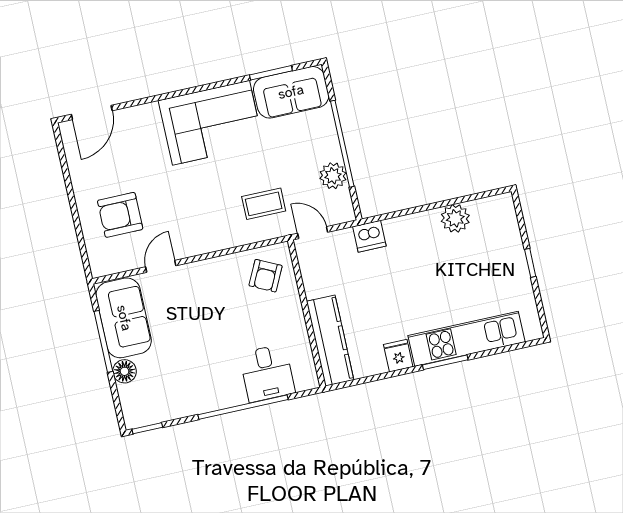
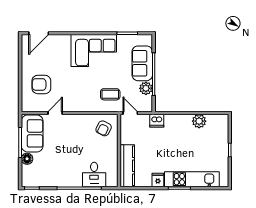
sofa: (291, 92) -> (142, 63), moved, turned 90

